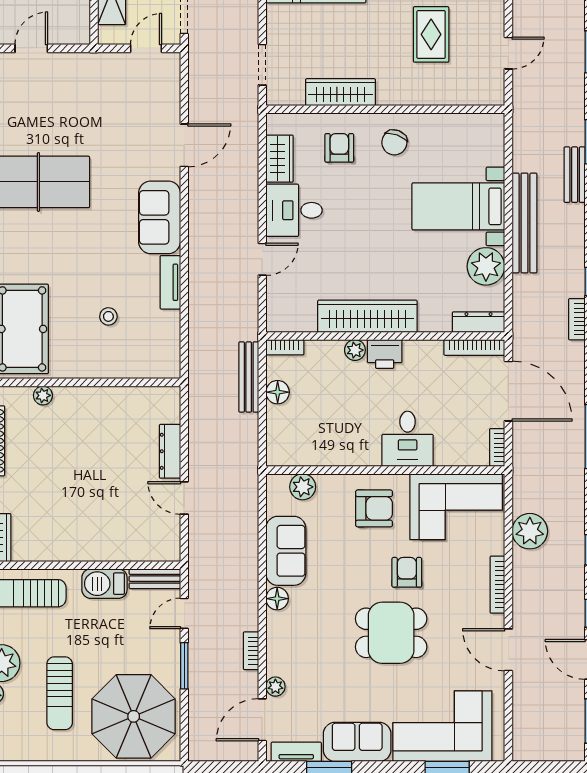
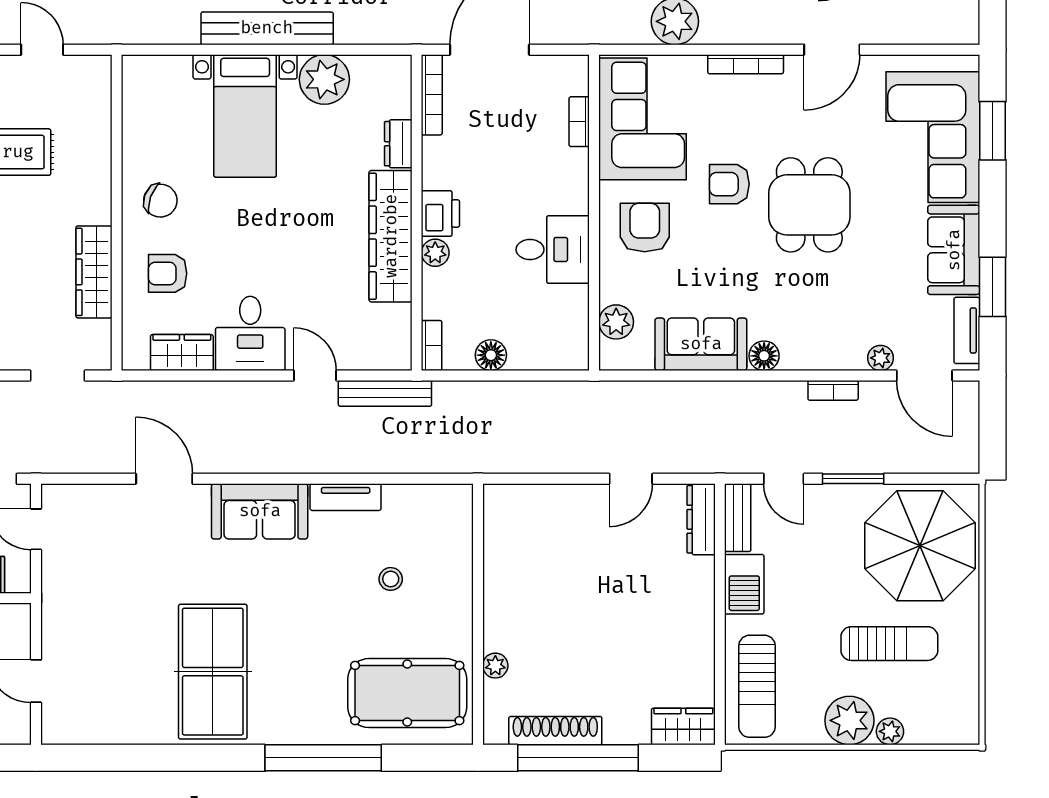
dresser: (479, 322) -> (398, 144), moved, width x0.70
bench: (249, 377) -> (385, 393), moved
desk: (408, 439) -> (553, 250), moved
bookcase: (497, 448) -> (579, 122), moved, turned 90
dresser: (170, 451) -> (701, 519), moved, turned 90

